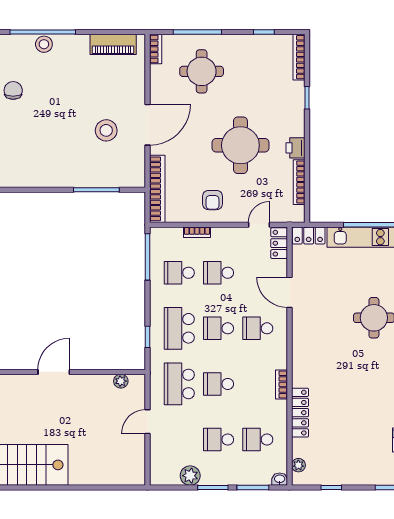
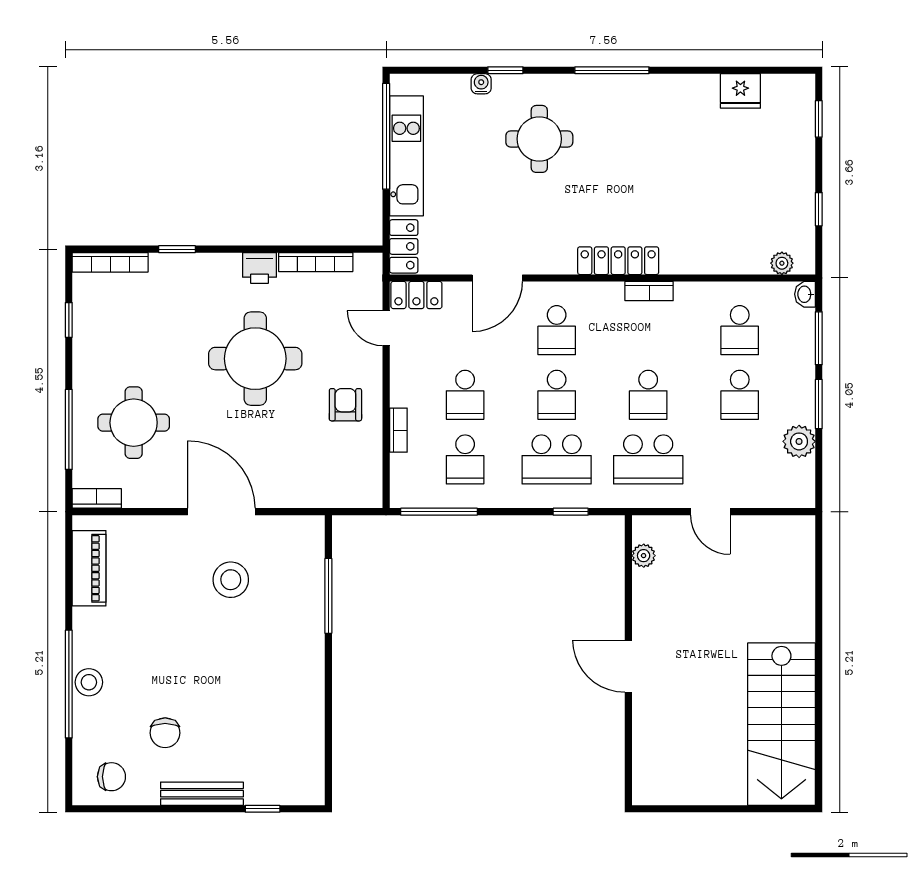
chair: (13, 90) -> (165, 733), turned -90
bookcase: (157, 189) -> (327, 496), removed
armchair: (212, 200) -> (345, 405), turned -90
locker: (300, 413) -> (618, 261), moved

